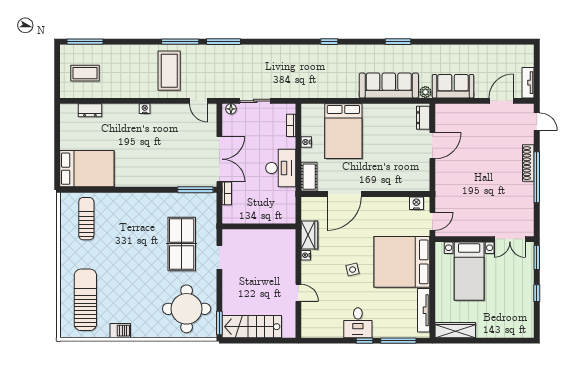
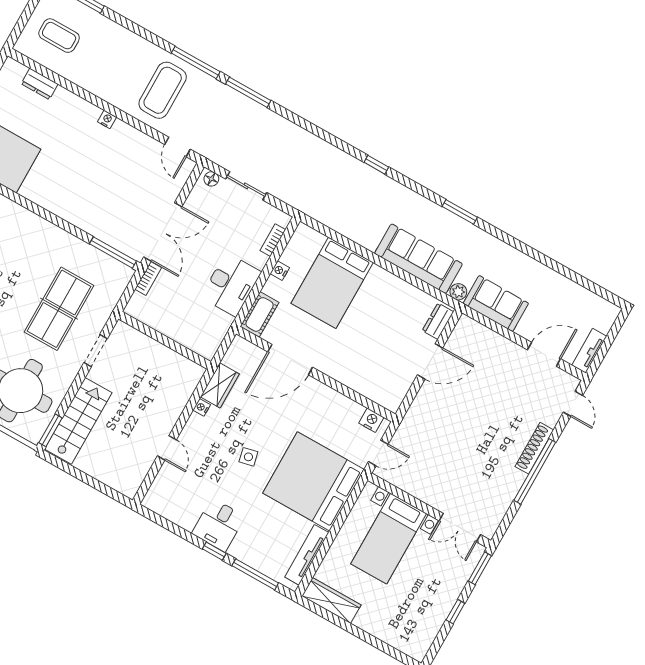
stairs: (252, 327) -> (78, 421), moved, turned 90

